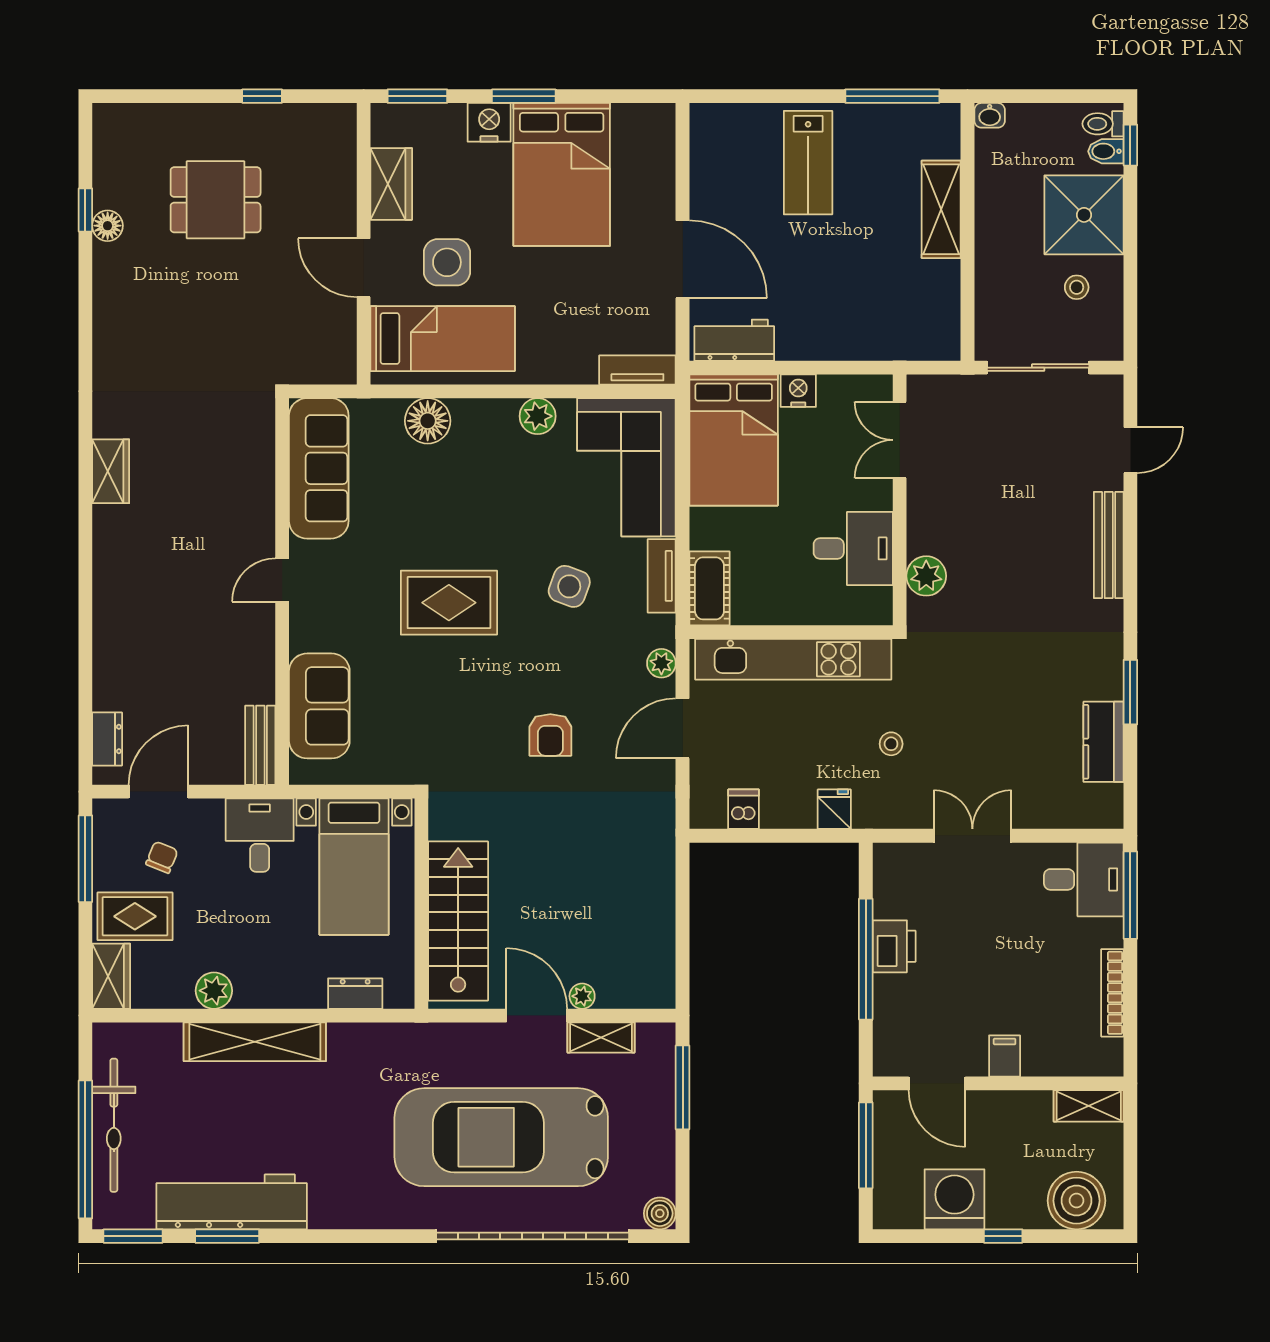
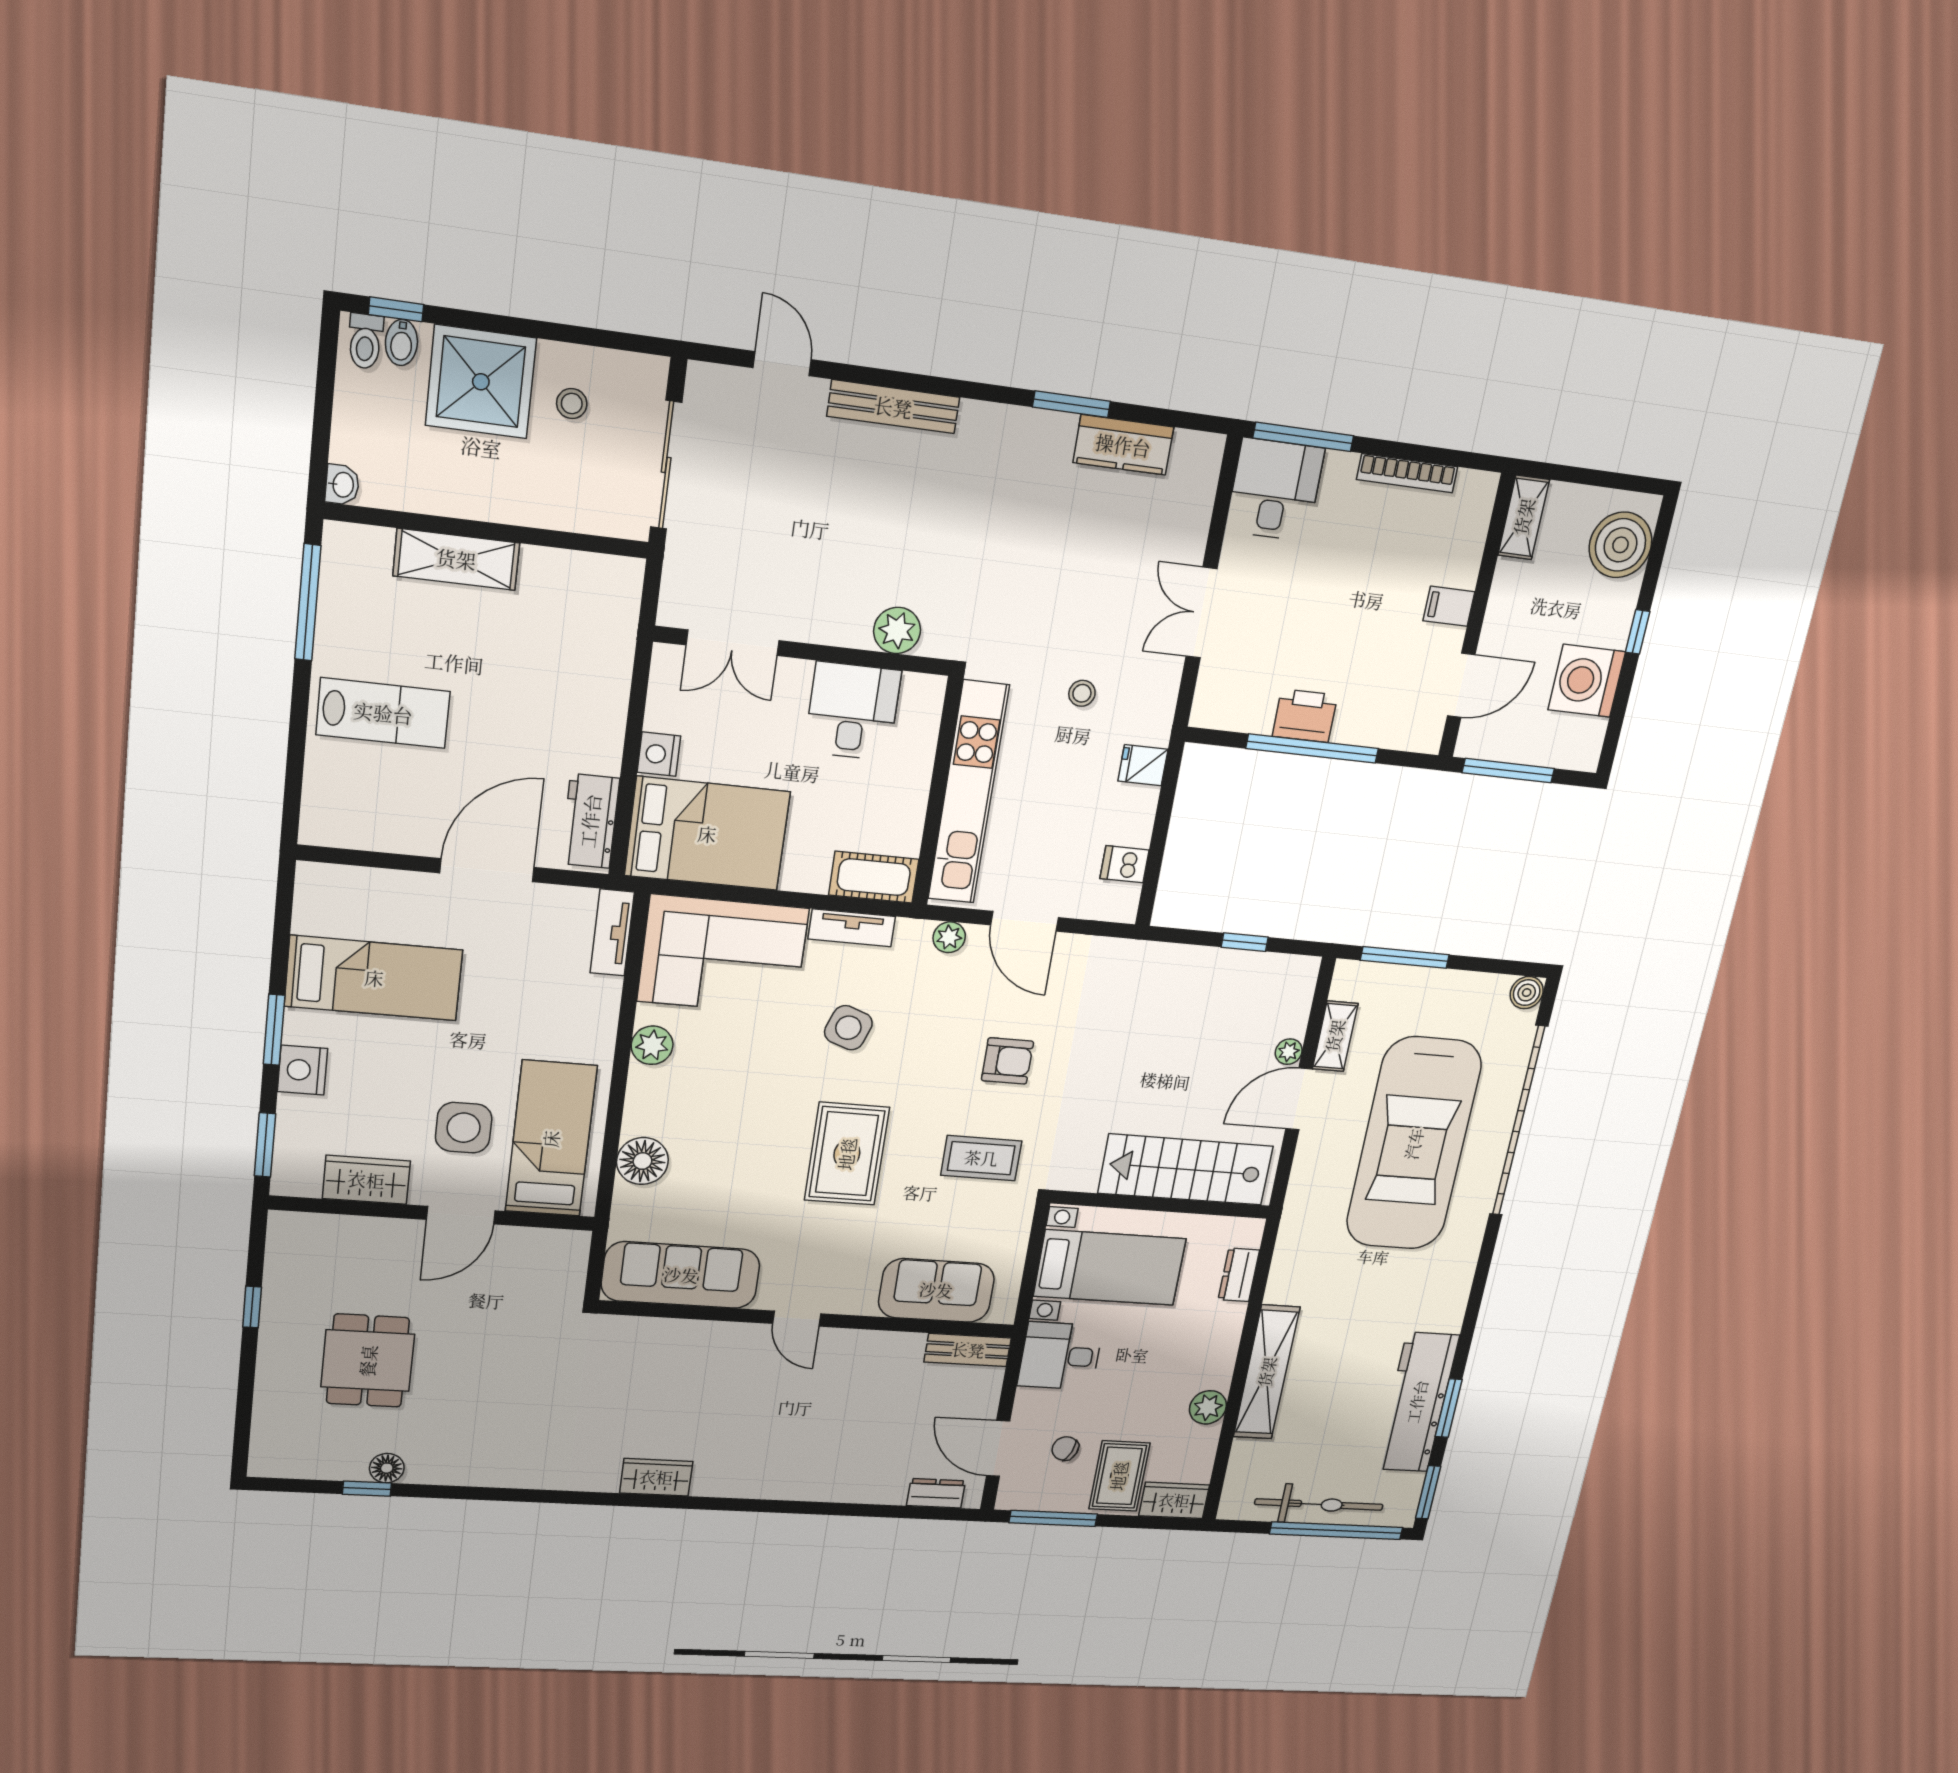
bed: (562, 174) -> (374, 978), width x0.67
coffee table: (454, 726) -> (981, 1158), added
window: (683, 933) -> (1245, 942), added

